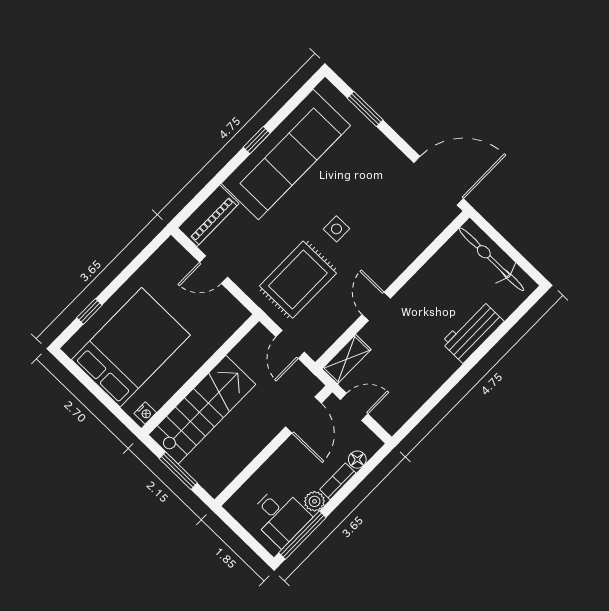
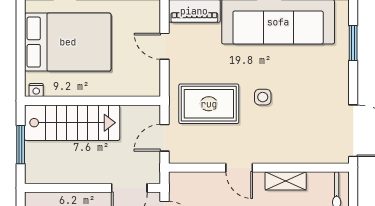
door: (376, 306) -> (239, 168), swing flipped
shelving: (347, 359) -> (286, 181), moved

